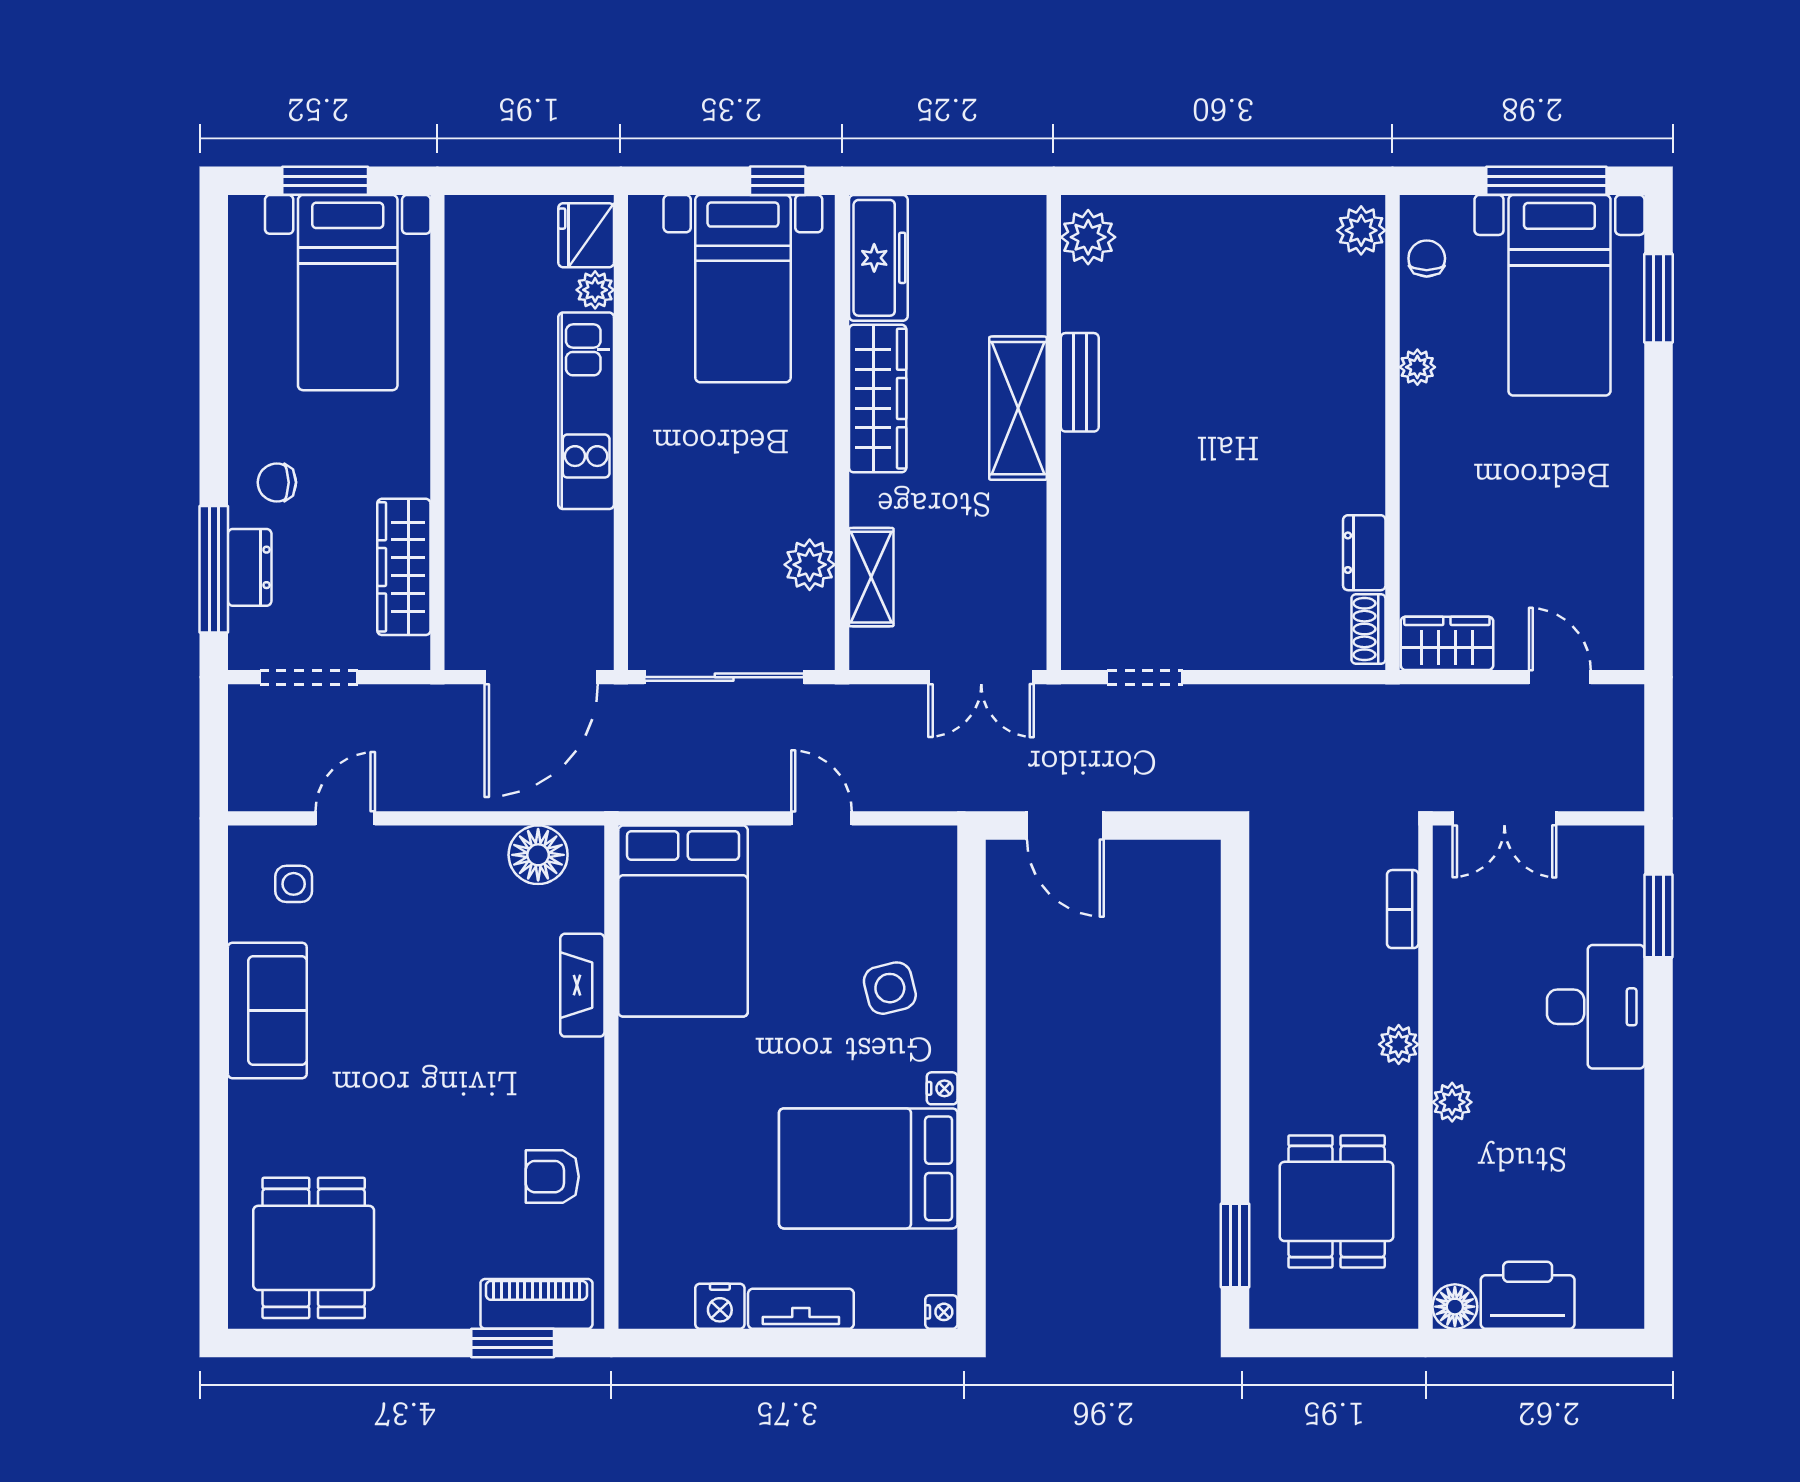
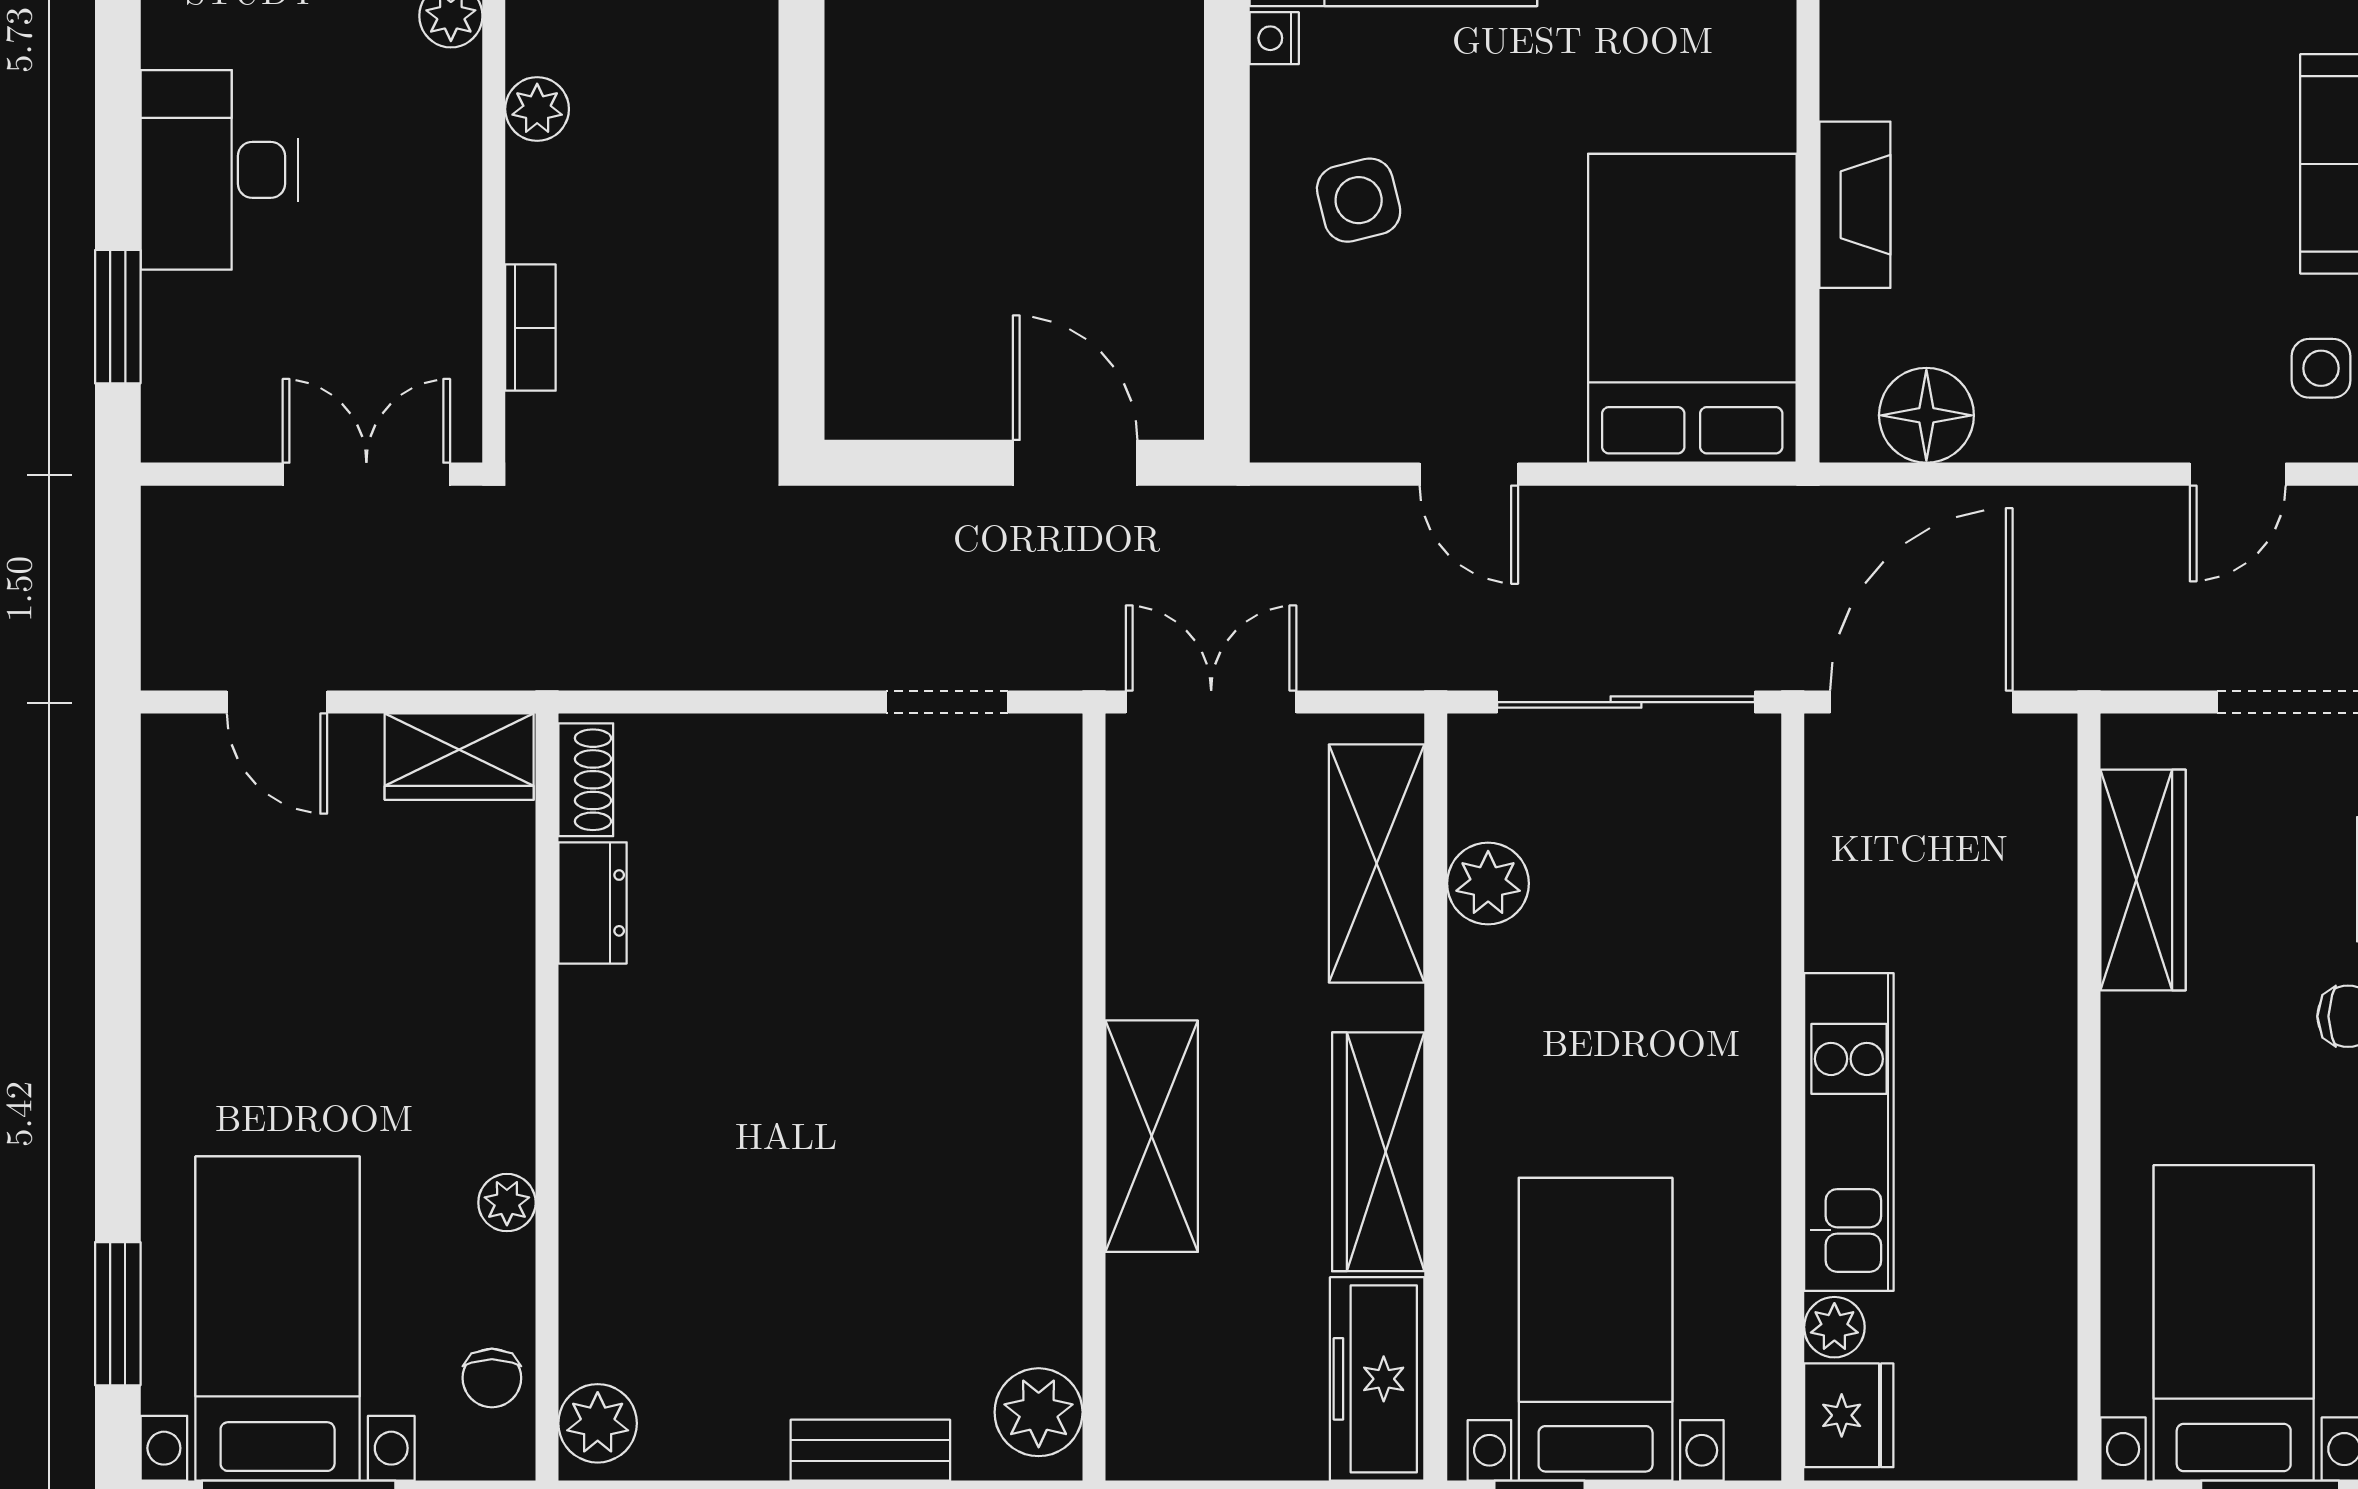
bench: (1080, 382) -> (870, 1450), moved, turned 90
shelving: (871, 577) -> (1377, 863), width x1.50, depth x1.33

